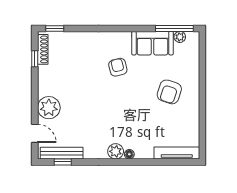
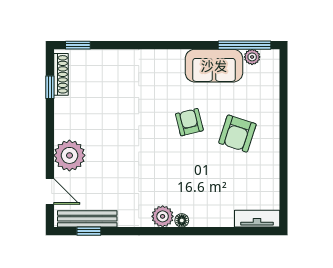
armchair: (118, 67) -> (189, 122), moved
tv unit: (177, 153) -> (257, 219), width x0.71

